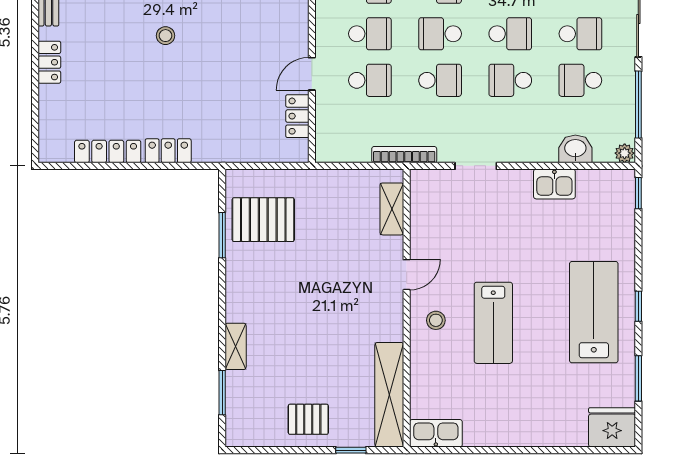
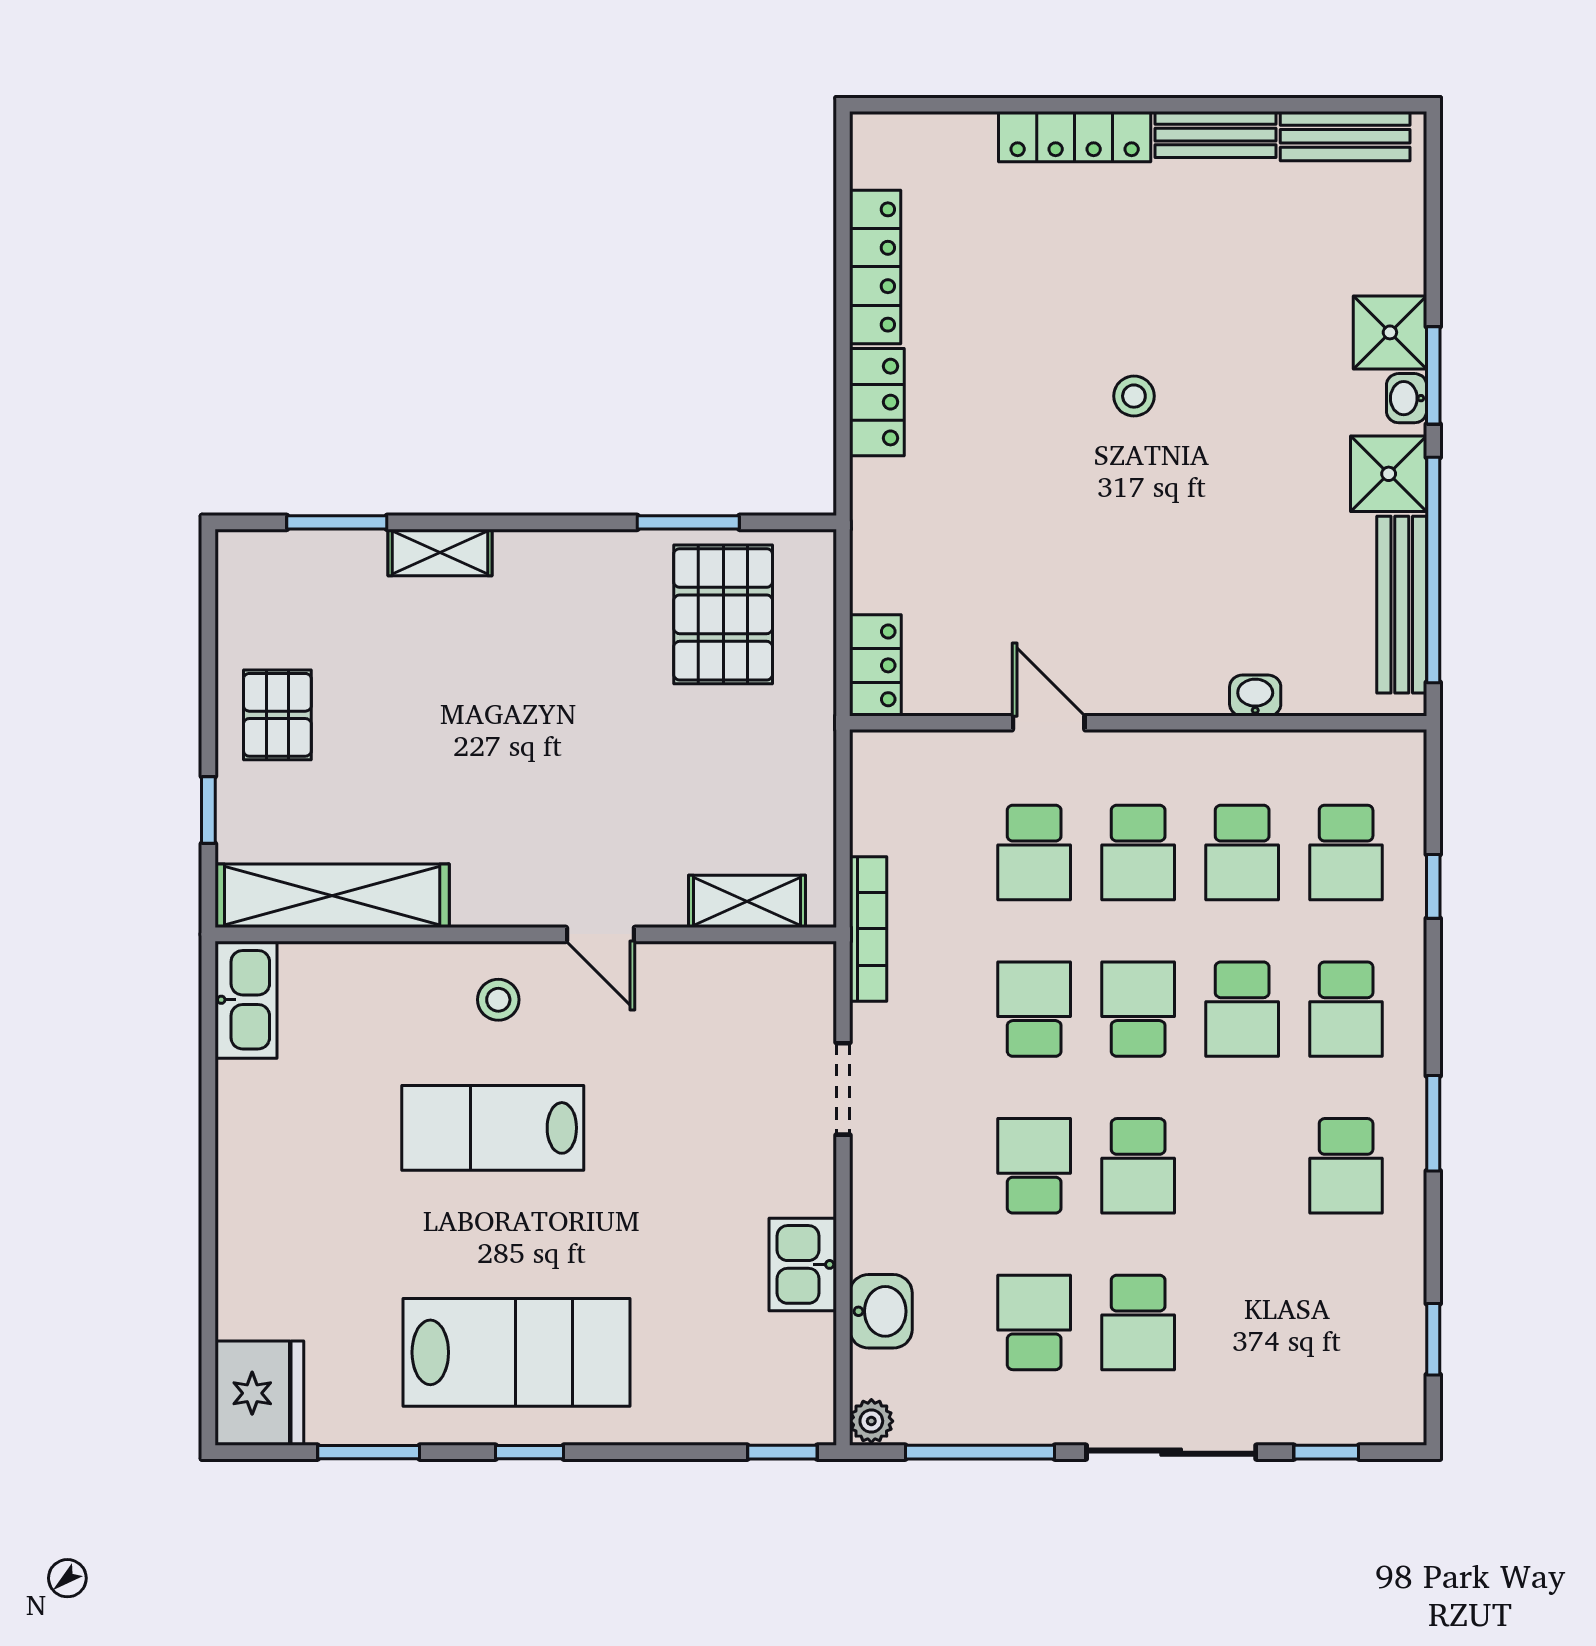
locker: (49, 62) -> (1075, 137), width x1.53
school desk: (440, 80) -> (1034, 1009), turned 180
locker: (297, 116) -> (875, 665), moved, turned 90

